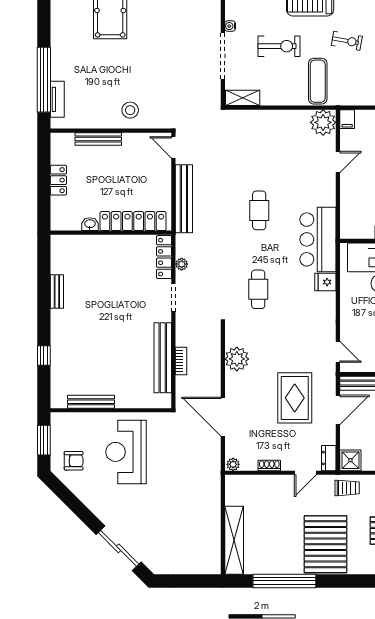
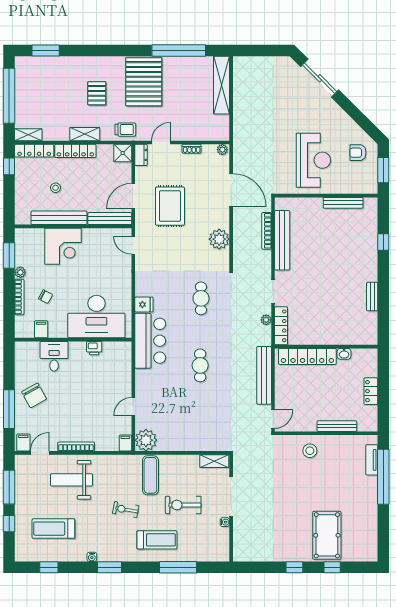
door: (173, 147) -> (273, 419), hinge flipped
bookcase: (181, 361) -> (267, 231), width x1.56
trolley: (347, 488) -> (125, 130), turned 180

